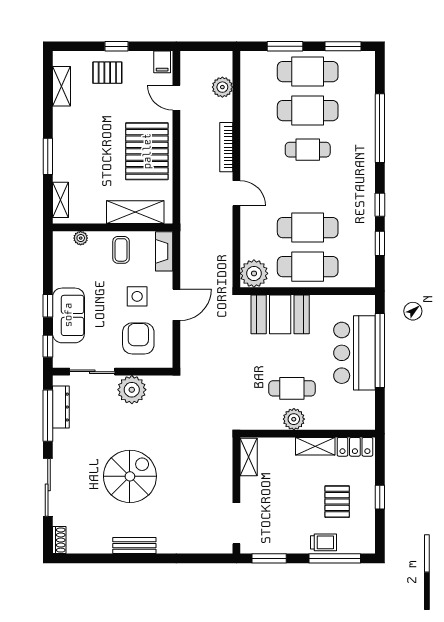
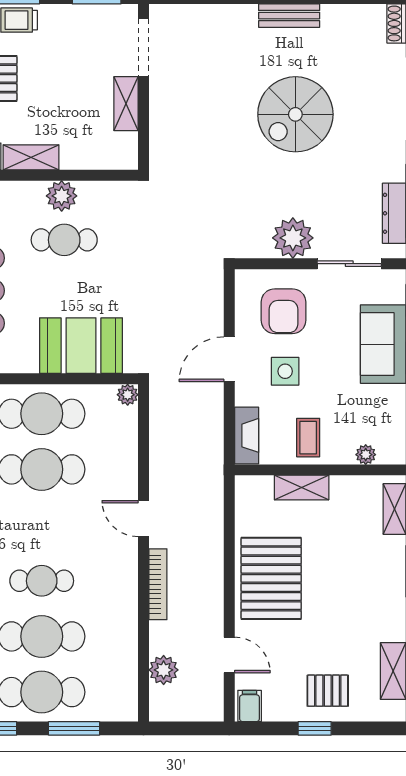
shelving: (135, 212) -> (302, 487), width x0.67, depth x0.75
plant: (254, 273) -> (128, 395), width x0.53, depth x0.53
shelving: (249, 457) -> (126, 104), moved

